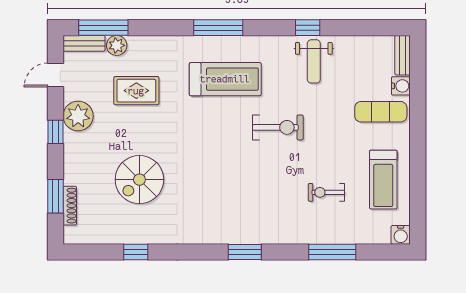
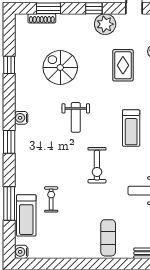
treadmill: (225, 79) -> (131, 128), width x0.73, depth x0.73
water cooler: (401, 86) -> (21, 118), moved, turned 90
weight bench: (210, 158) -> (76, 117), added
treadmill: (383, 180) -> (26, 215), moved, turned -90

